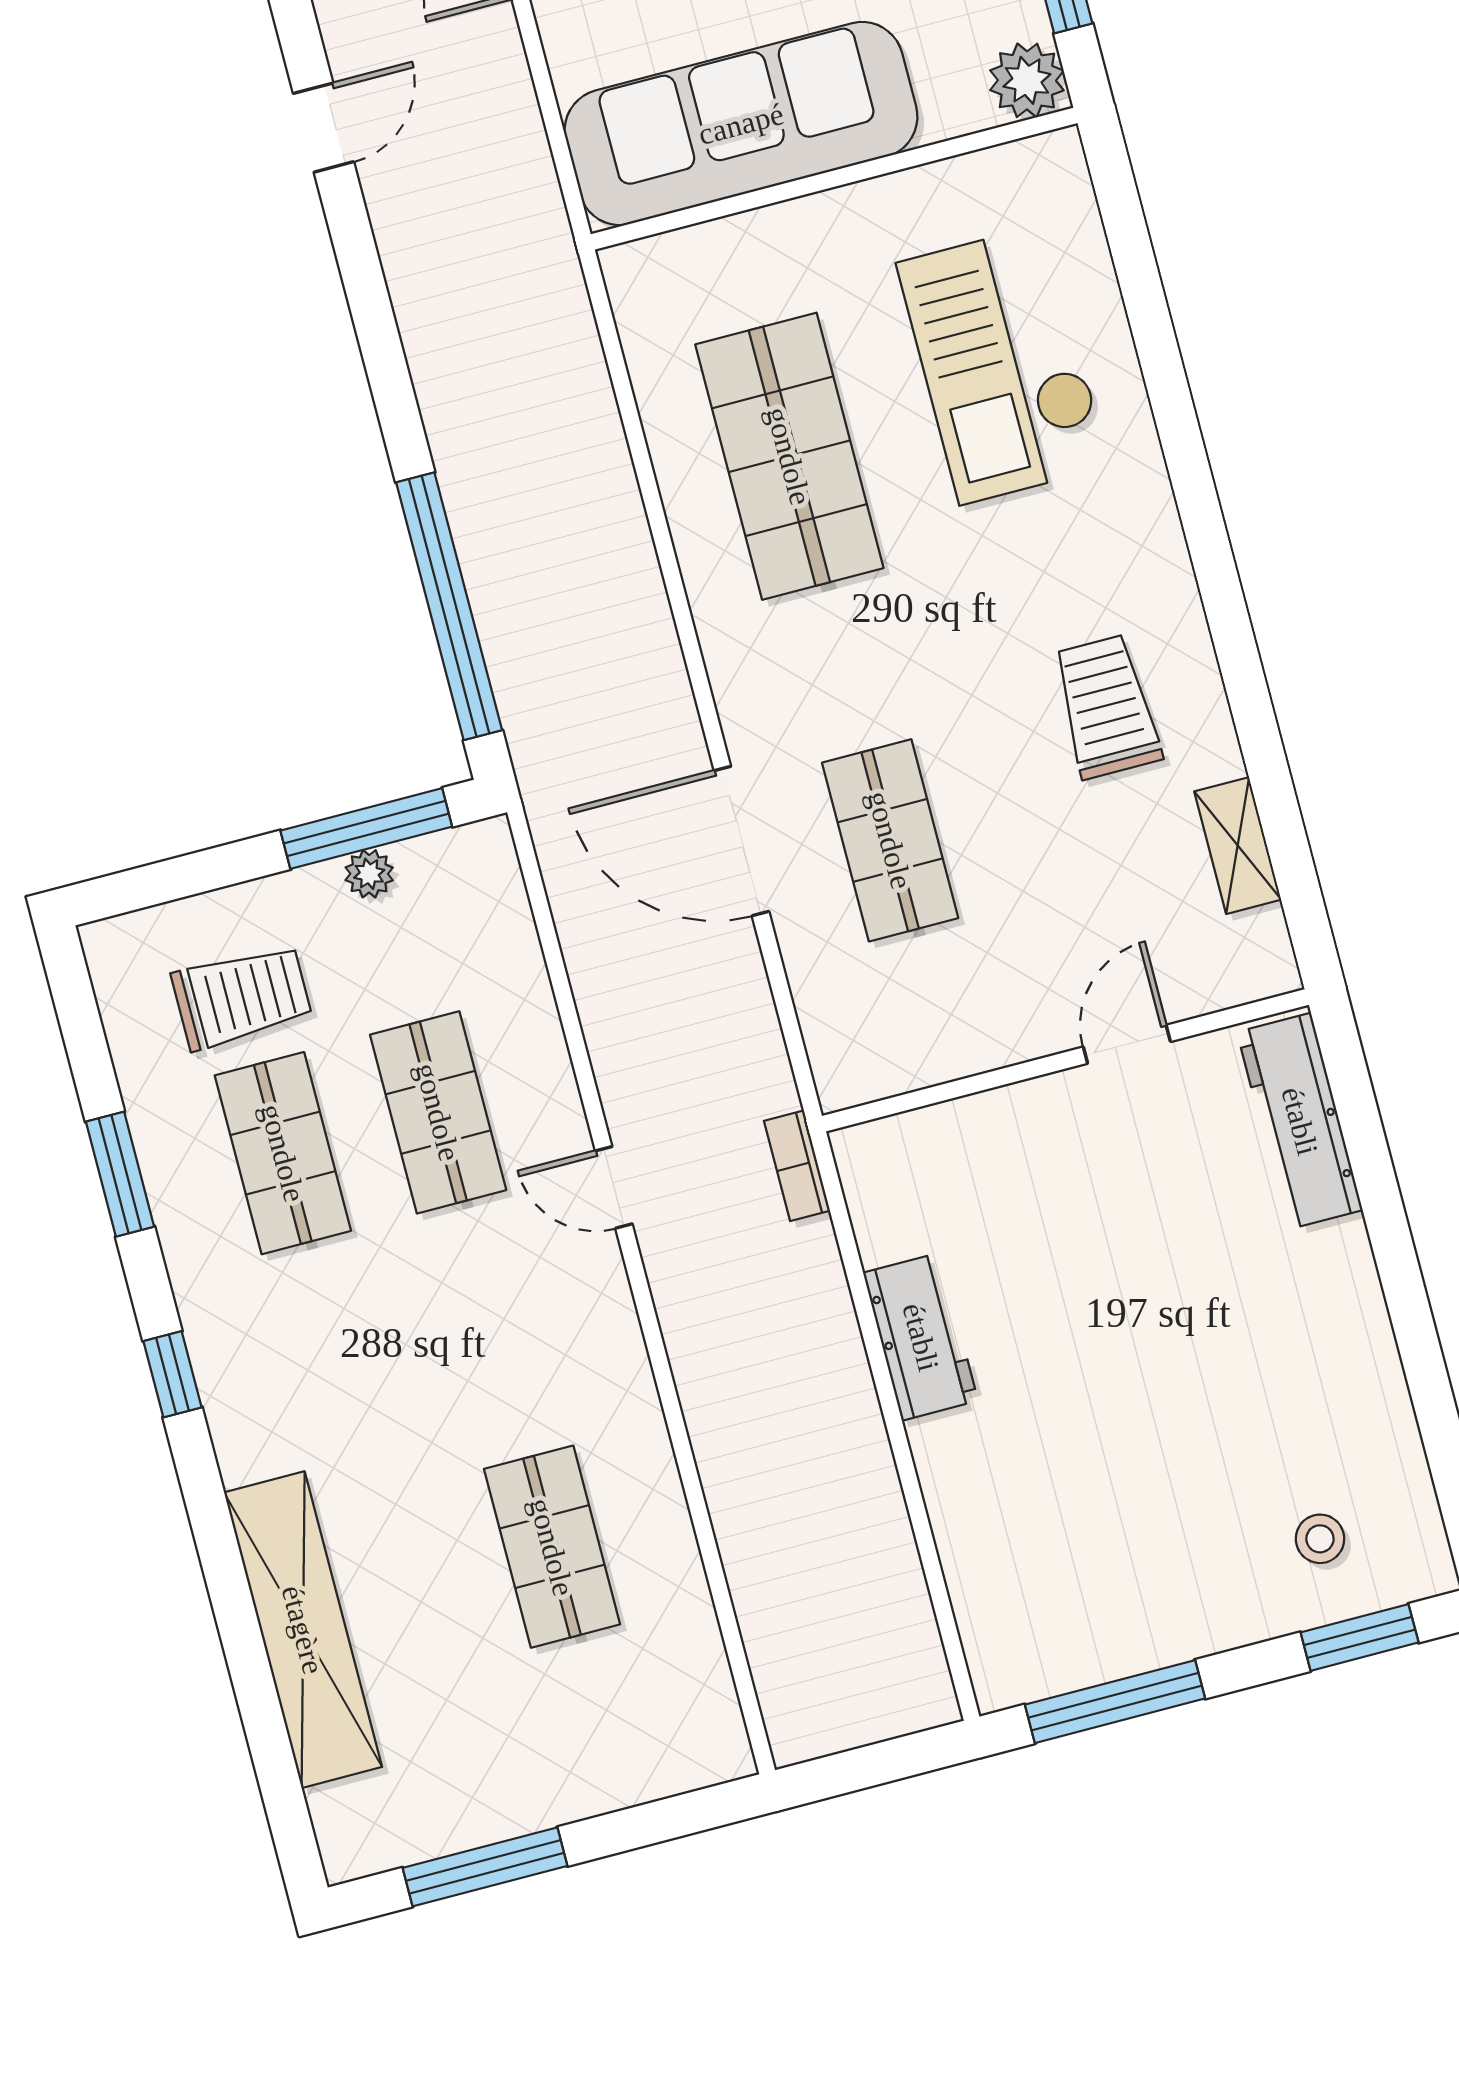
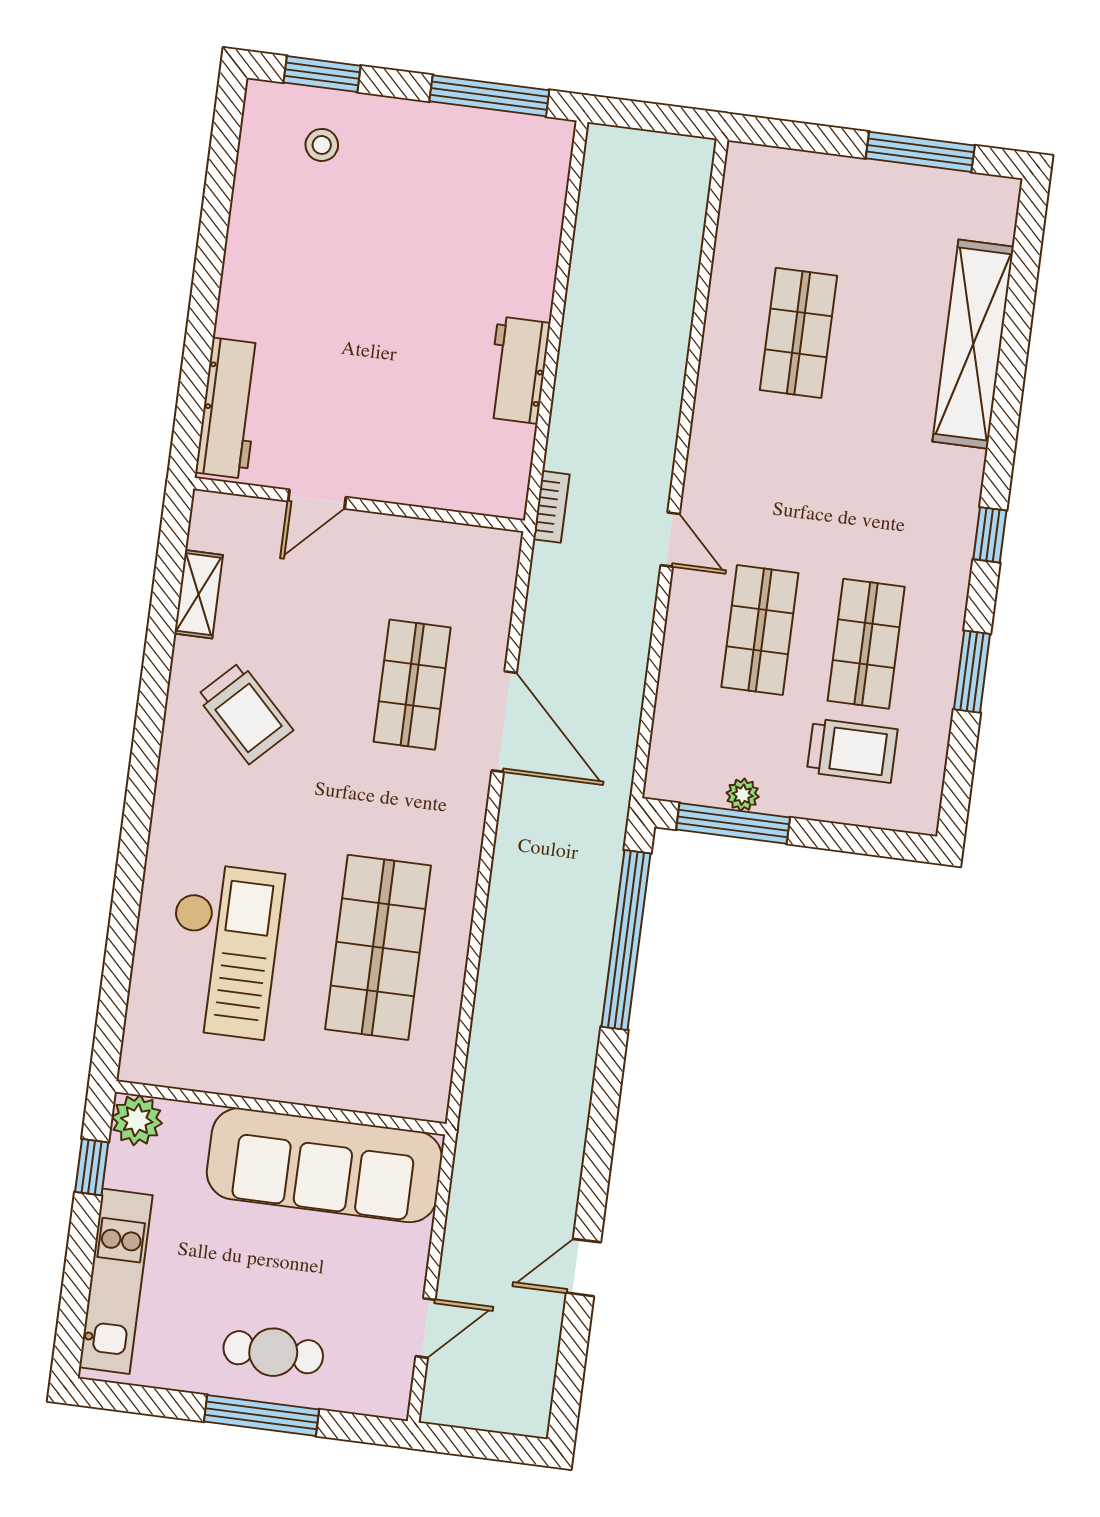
trolley: (1107, 707) -> (245, 713), turned -45
trolley: (242, 997) -> (852, 751), turned 180

